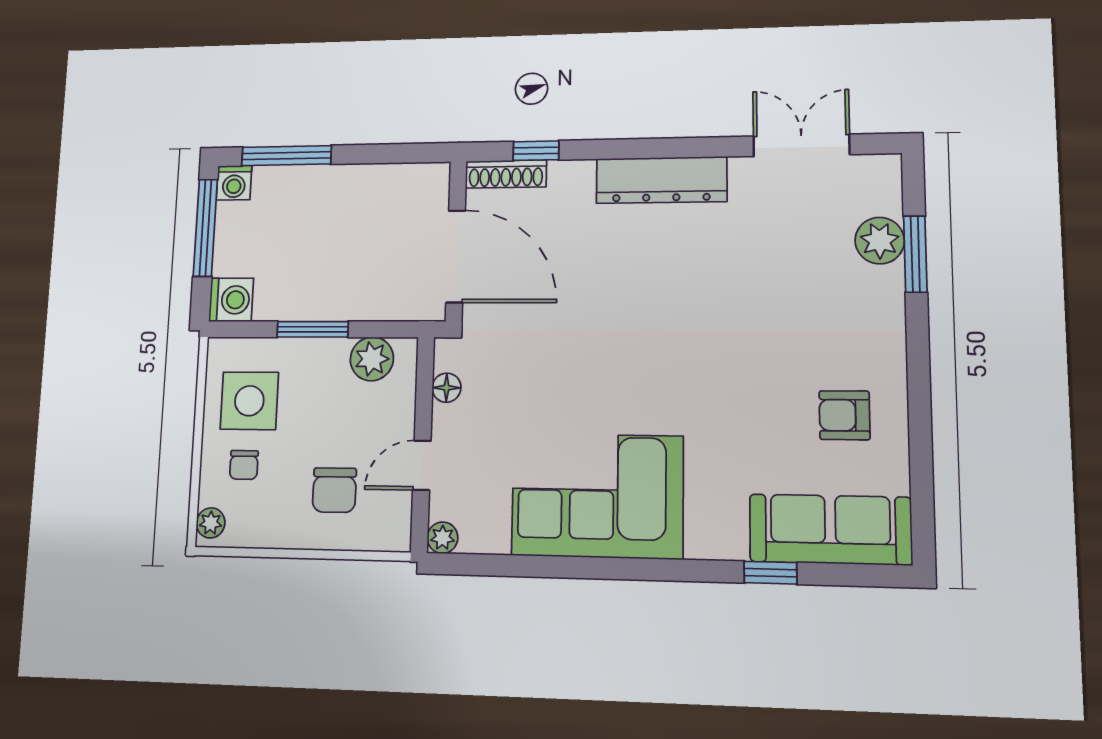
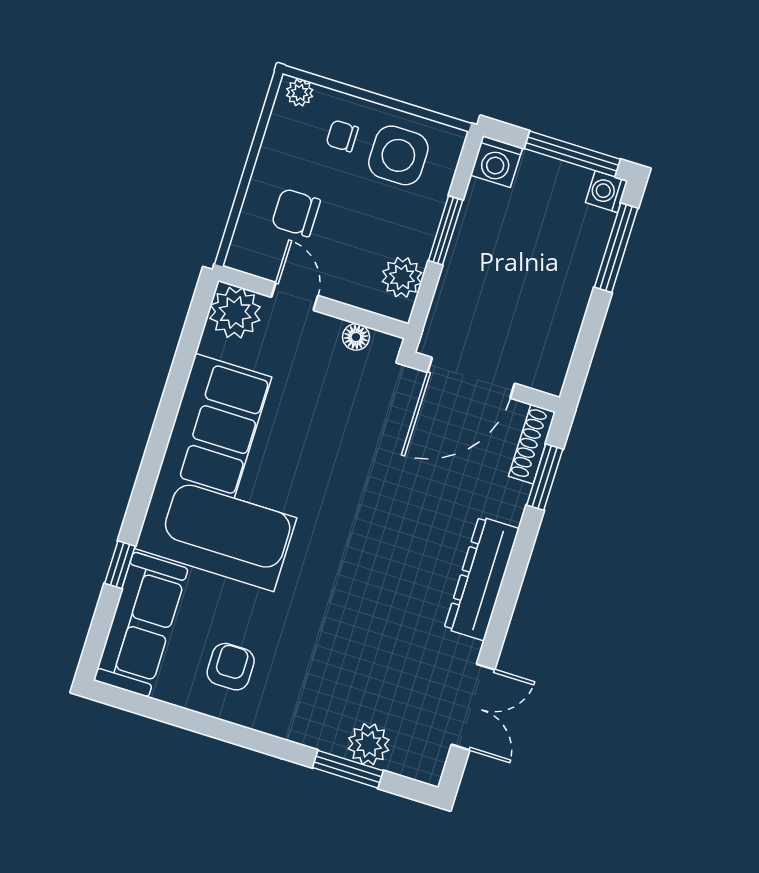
window: (536, 151) -> (545, 477), width x1.50
corner sofa: (597, 496) -> (234, 472), width x1.36, depth x1.36
plant: (443, 538) -> (235, 313), width x1.88, depth x1.88

